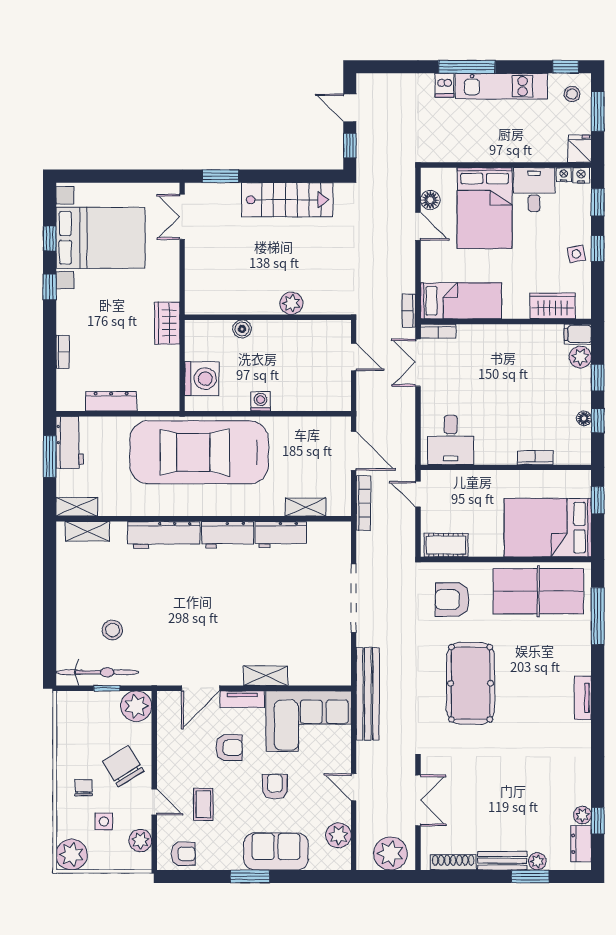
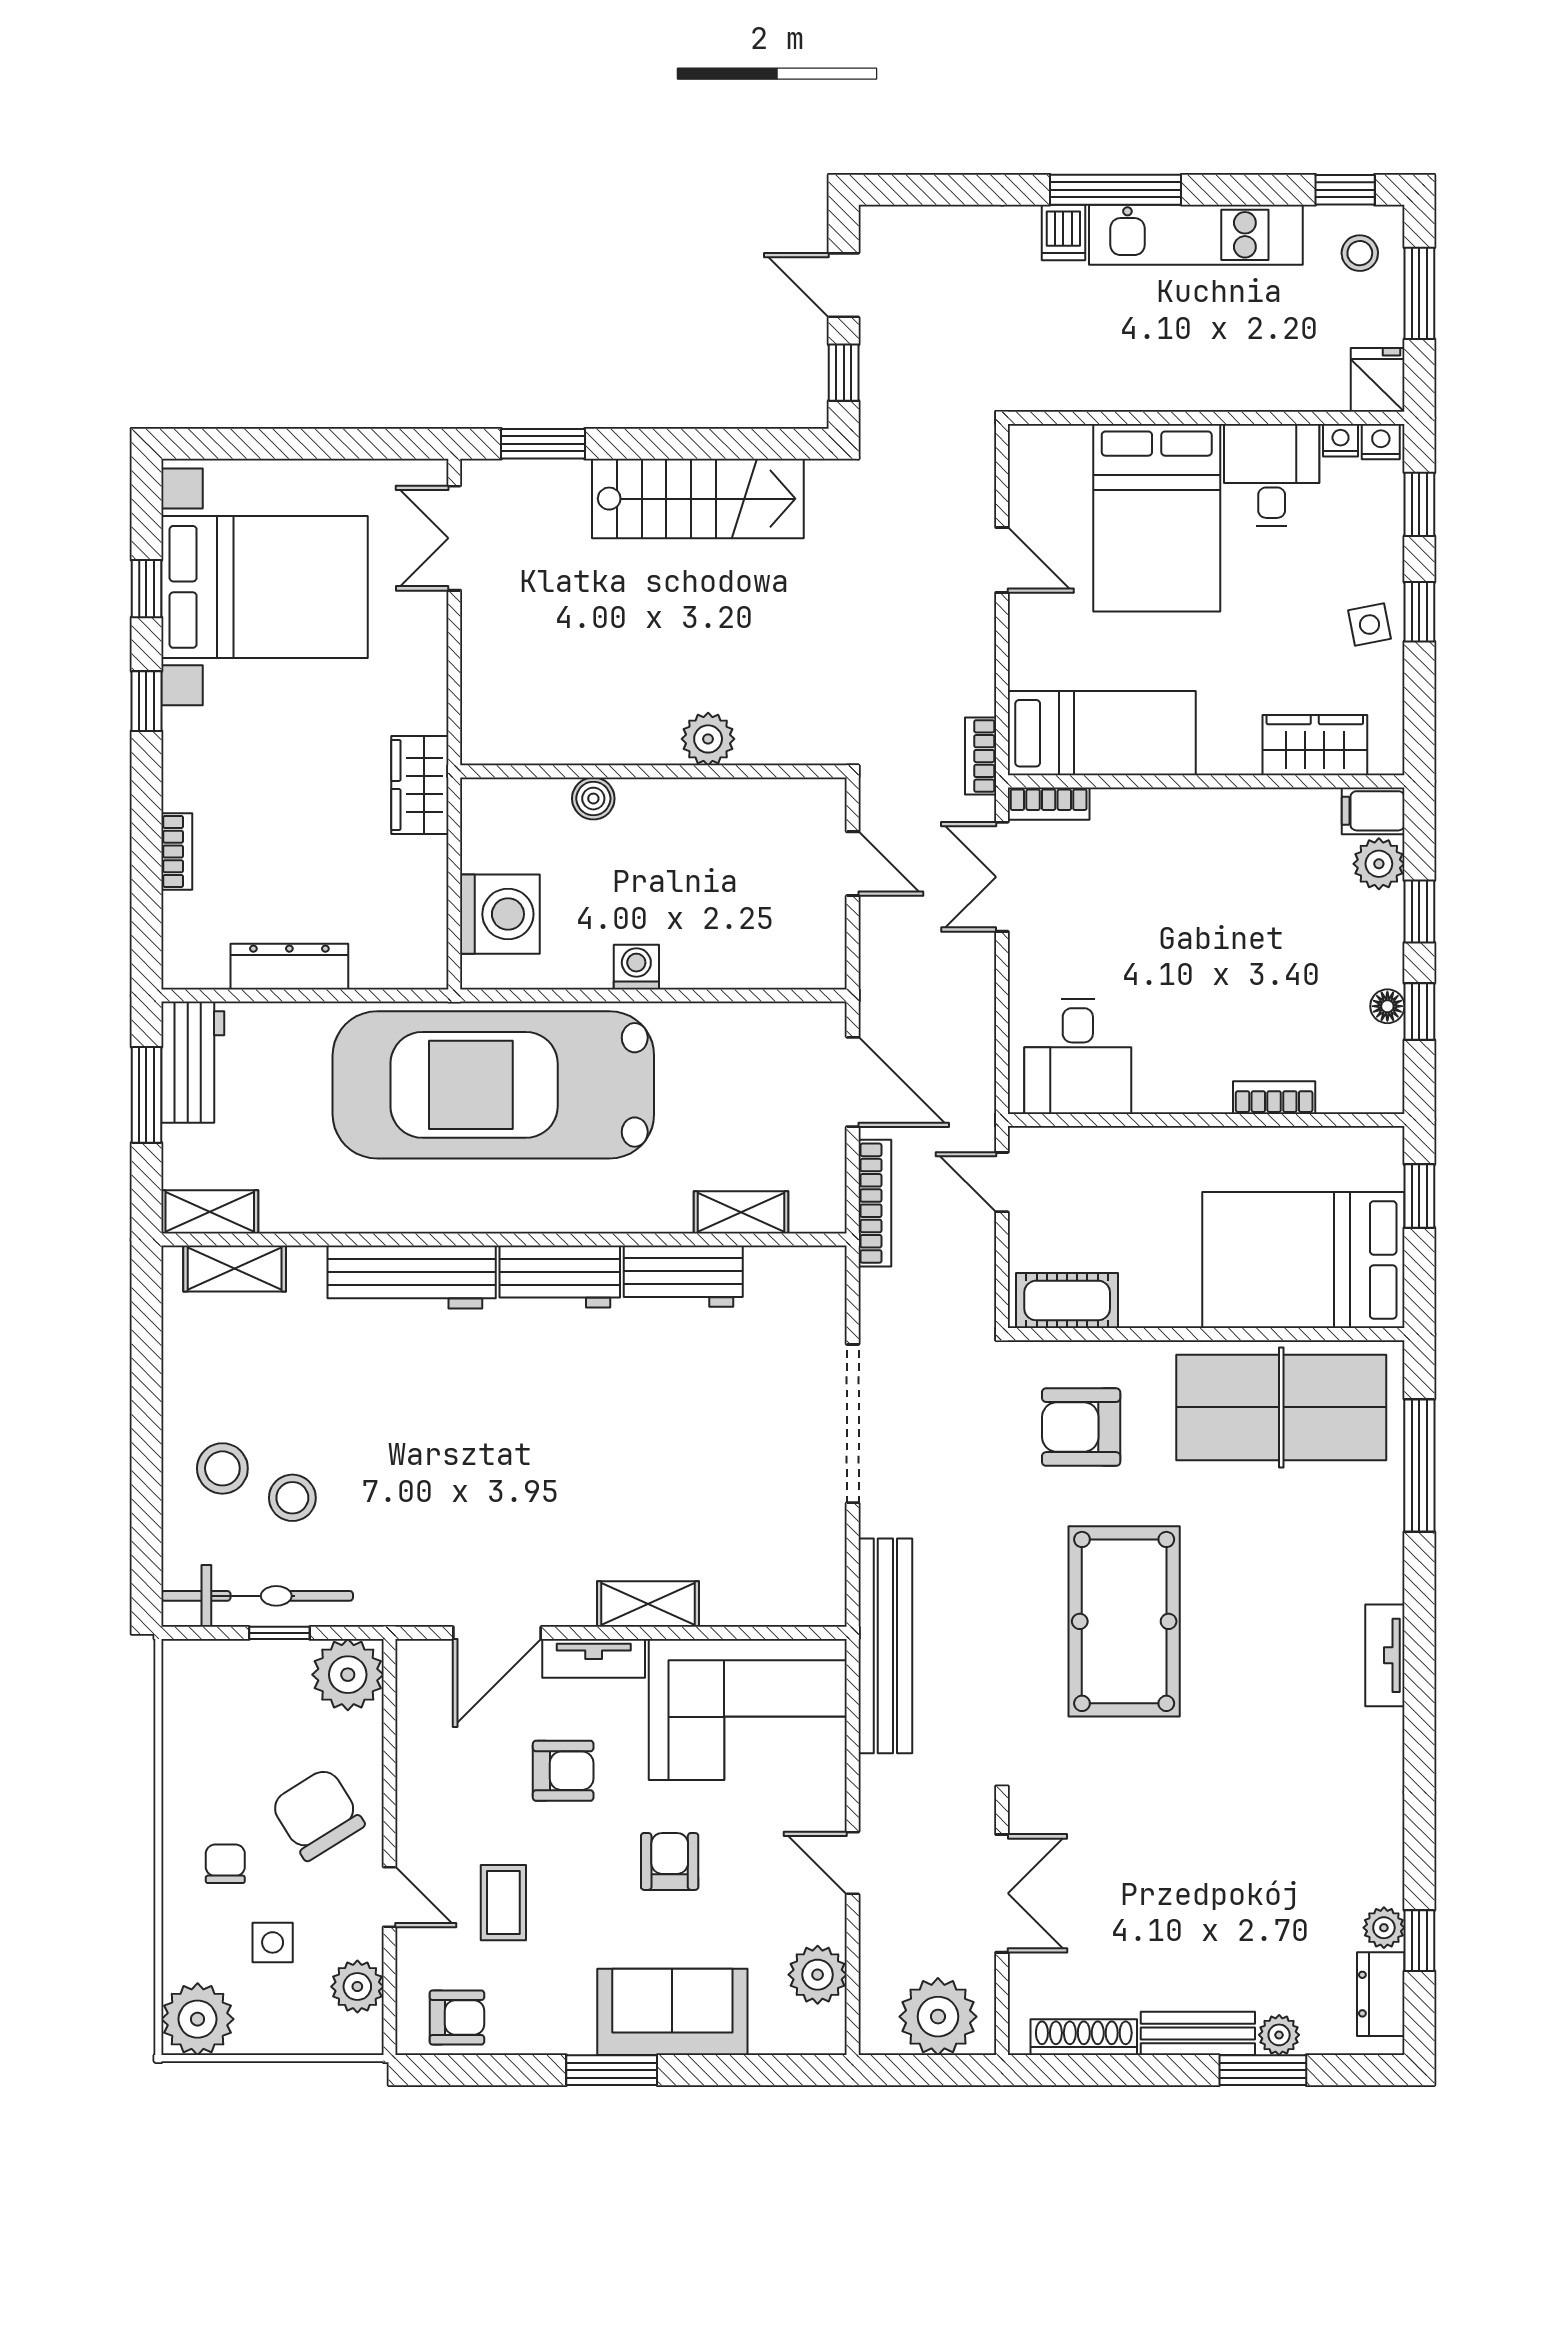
floor lamp: (430, 200) -> (1031, 499), removed
stool: (82, 617) -> (222, 1468), added

